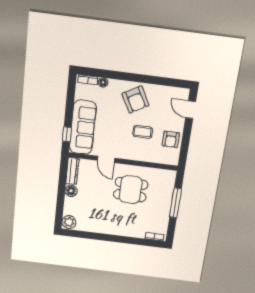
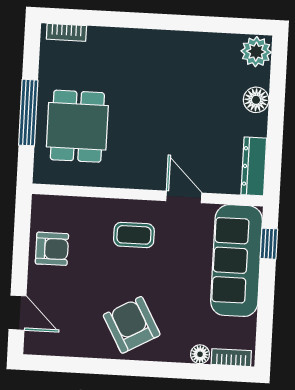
coffee table: (143, 132) -> (134, 235), moved
armchair: (171, 139) -> (52, 249), turned 90
dining table: (131, 190) -> (77, 126), moved, turned 90
floor lamp: (71, 191) -> (256, 100), moved

